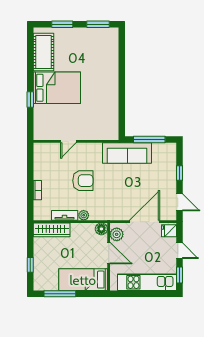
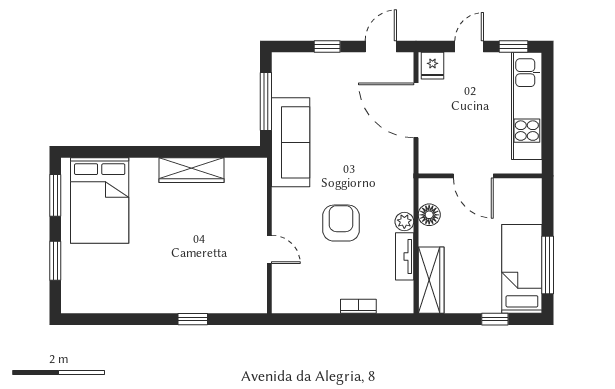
cot: (43, 52) -> (106, 295), removed
bed: (57, 88) -> (100, 200), moved, turned 180
wardrobe: (112, 99) -> (191, 170), added
floor lamp: (101, 229) -> (429, 215), moved
plant: (117, 234) -> (439, 161), removed
door: (109, 253) -> (473, 176), swing flipped
bed: (83, 280) -> (522, 269), moved, turned 180

